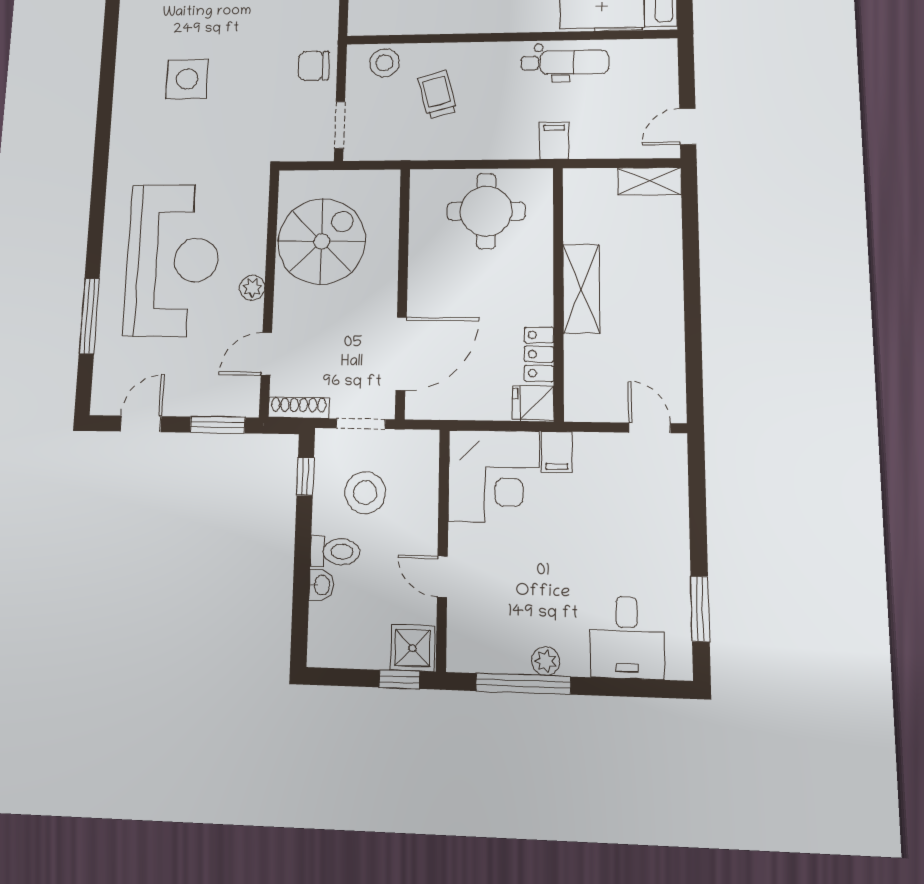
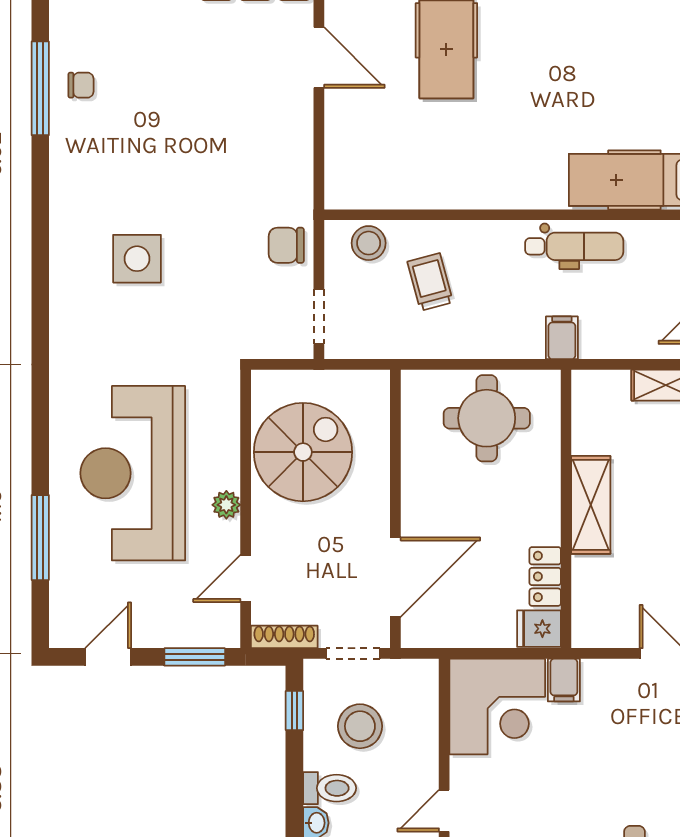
reception desk: (173, 260) -> (133, 473), turned 180
door: (442, 577) -> (444, 811), hinge flipped

